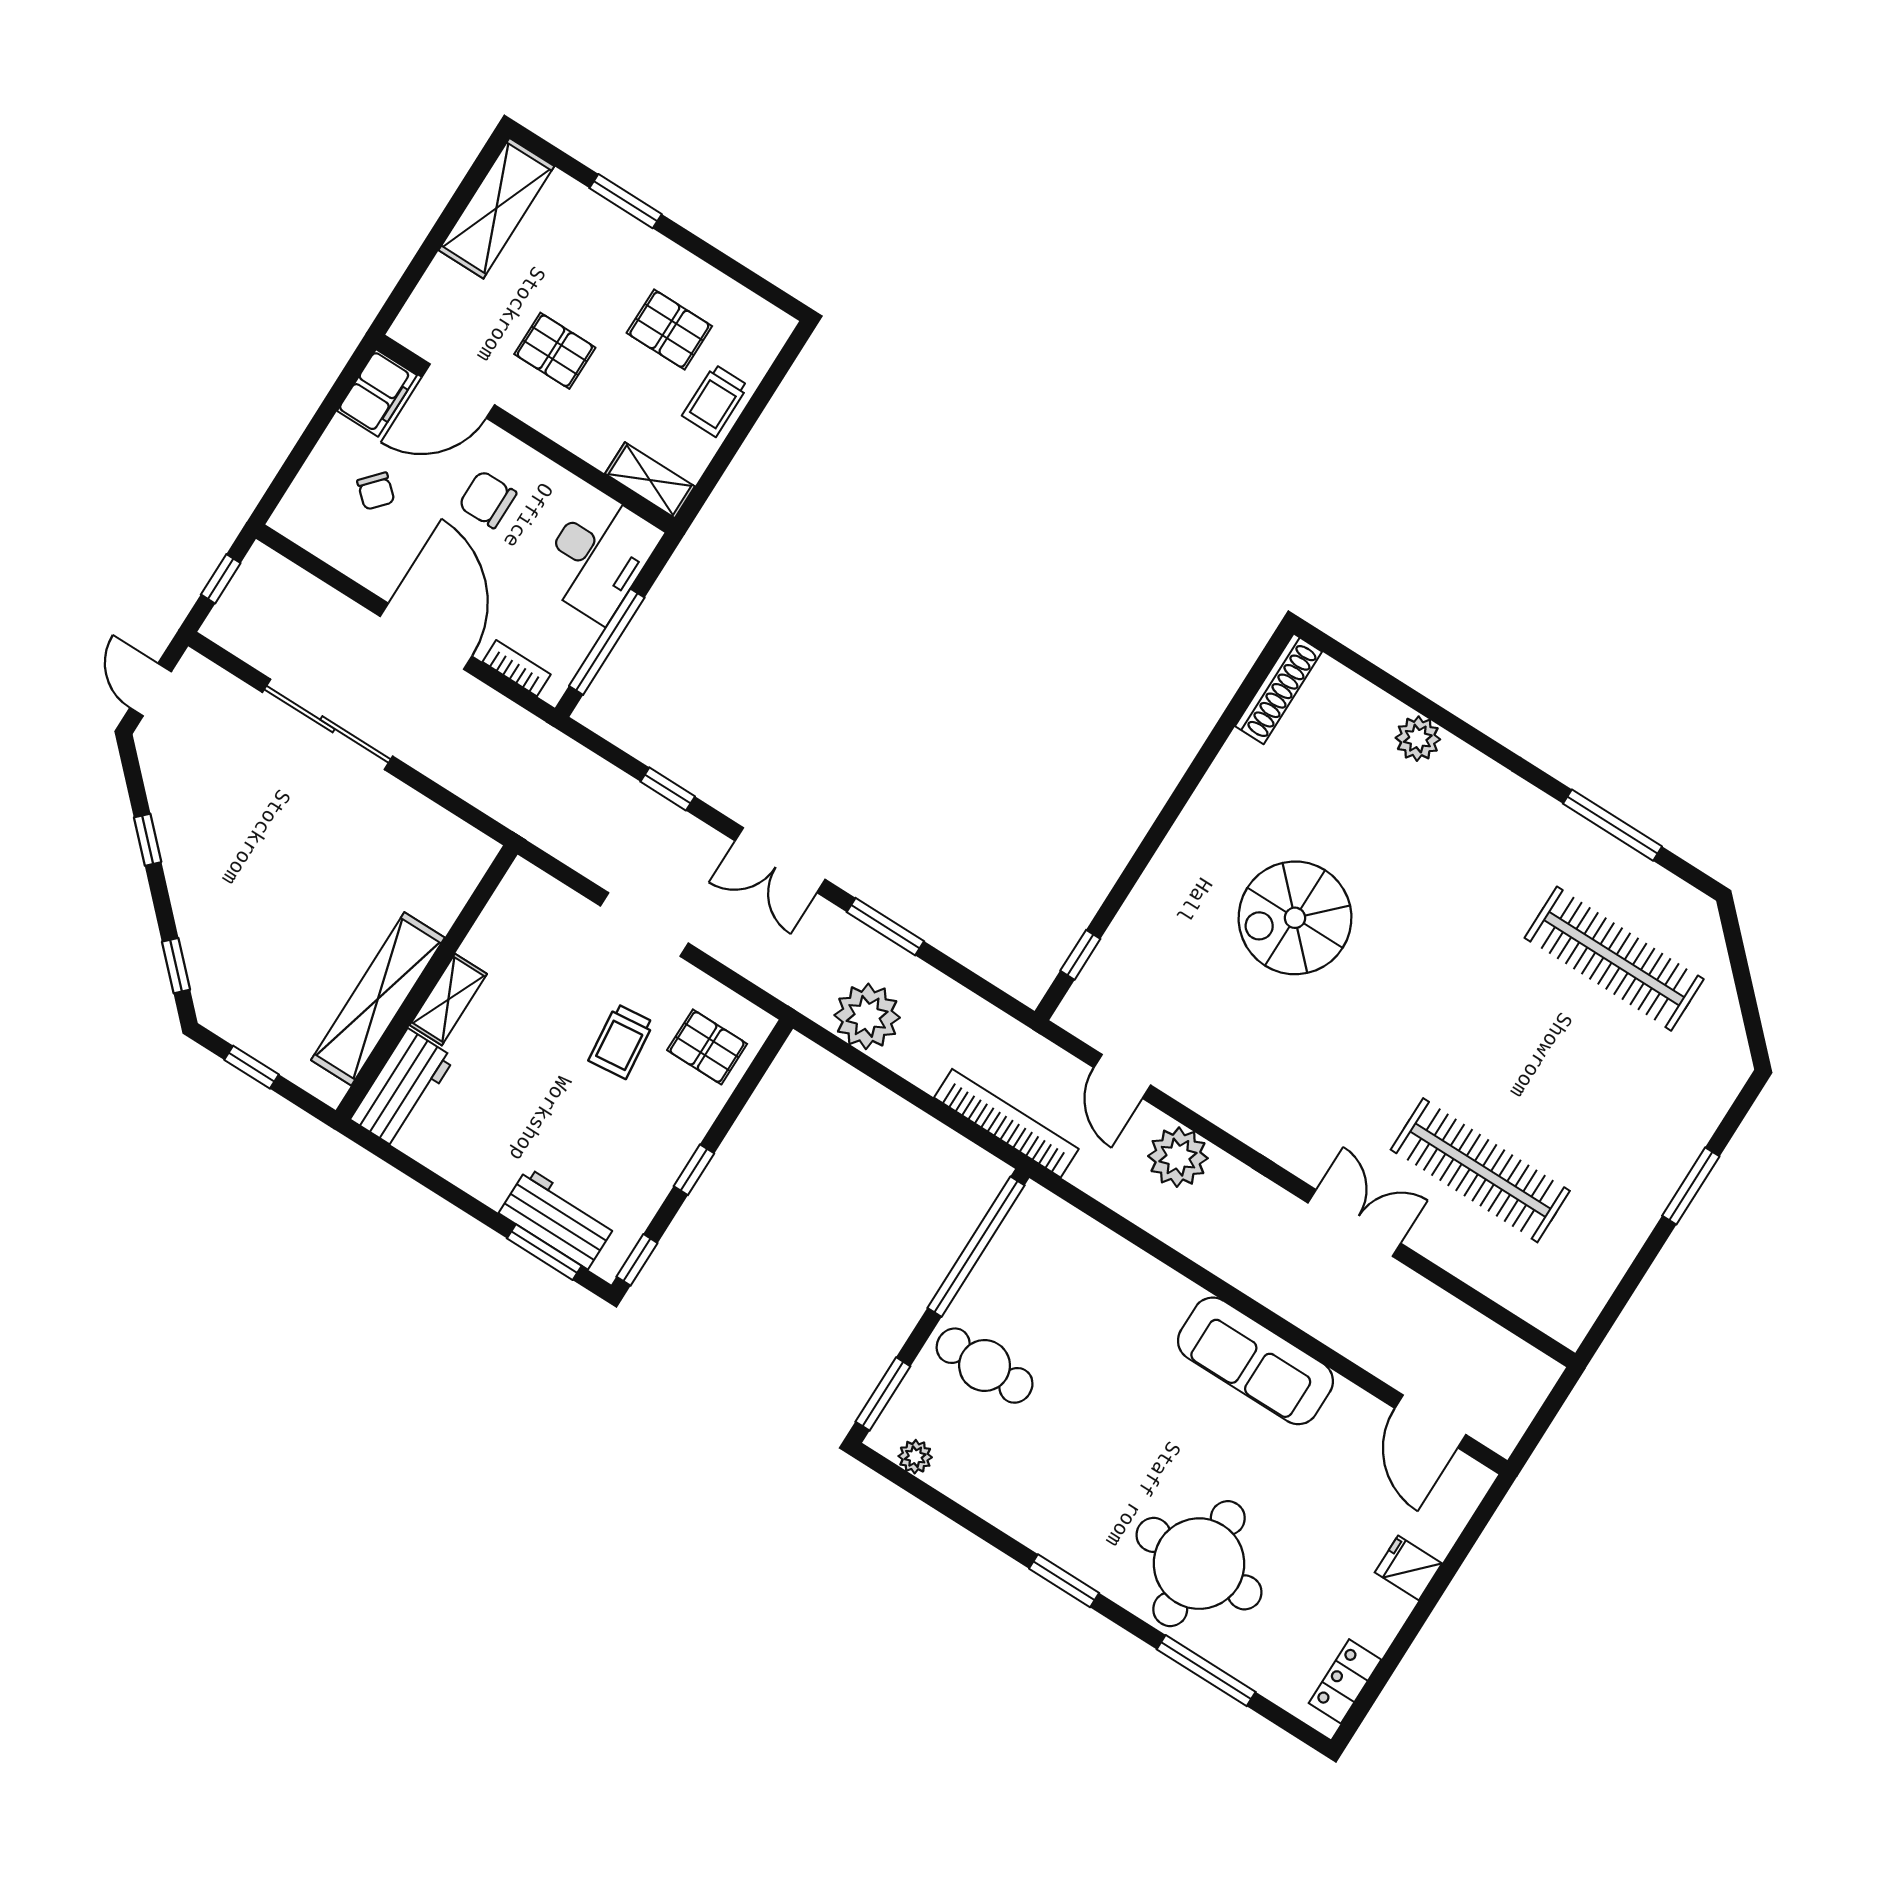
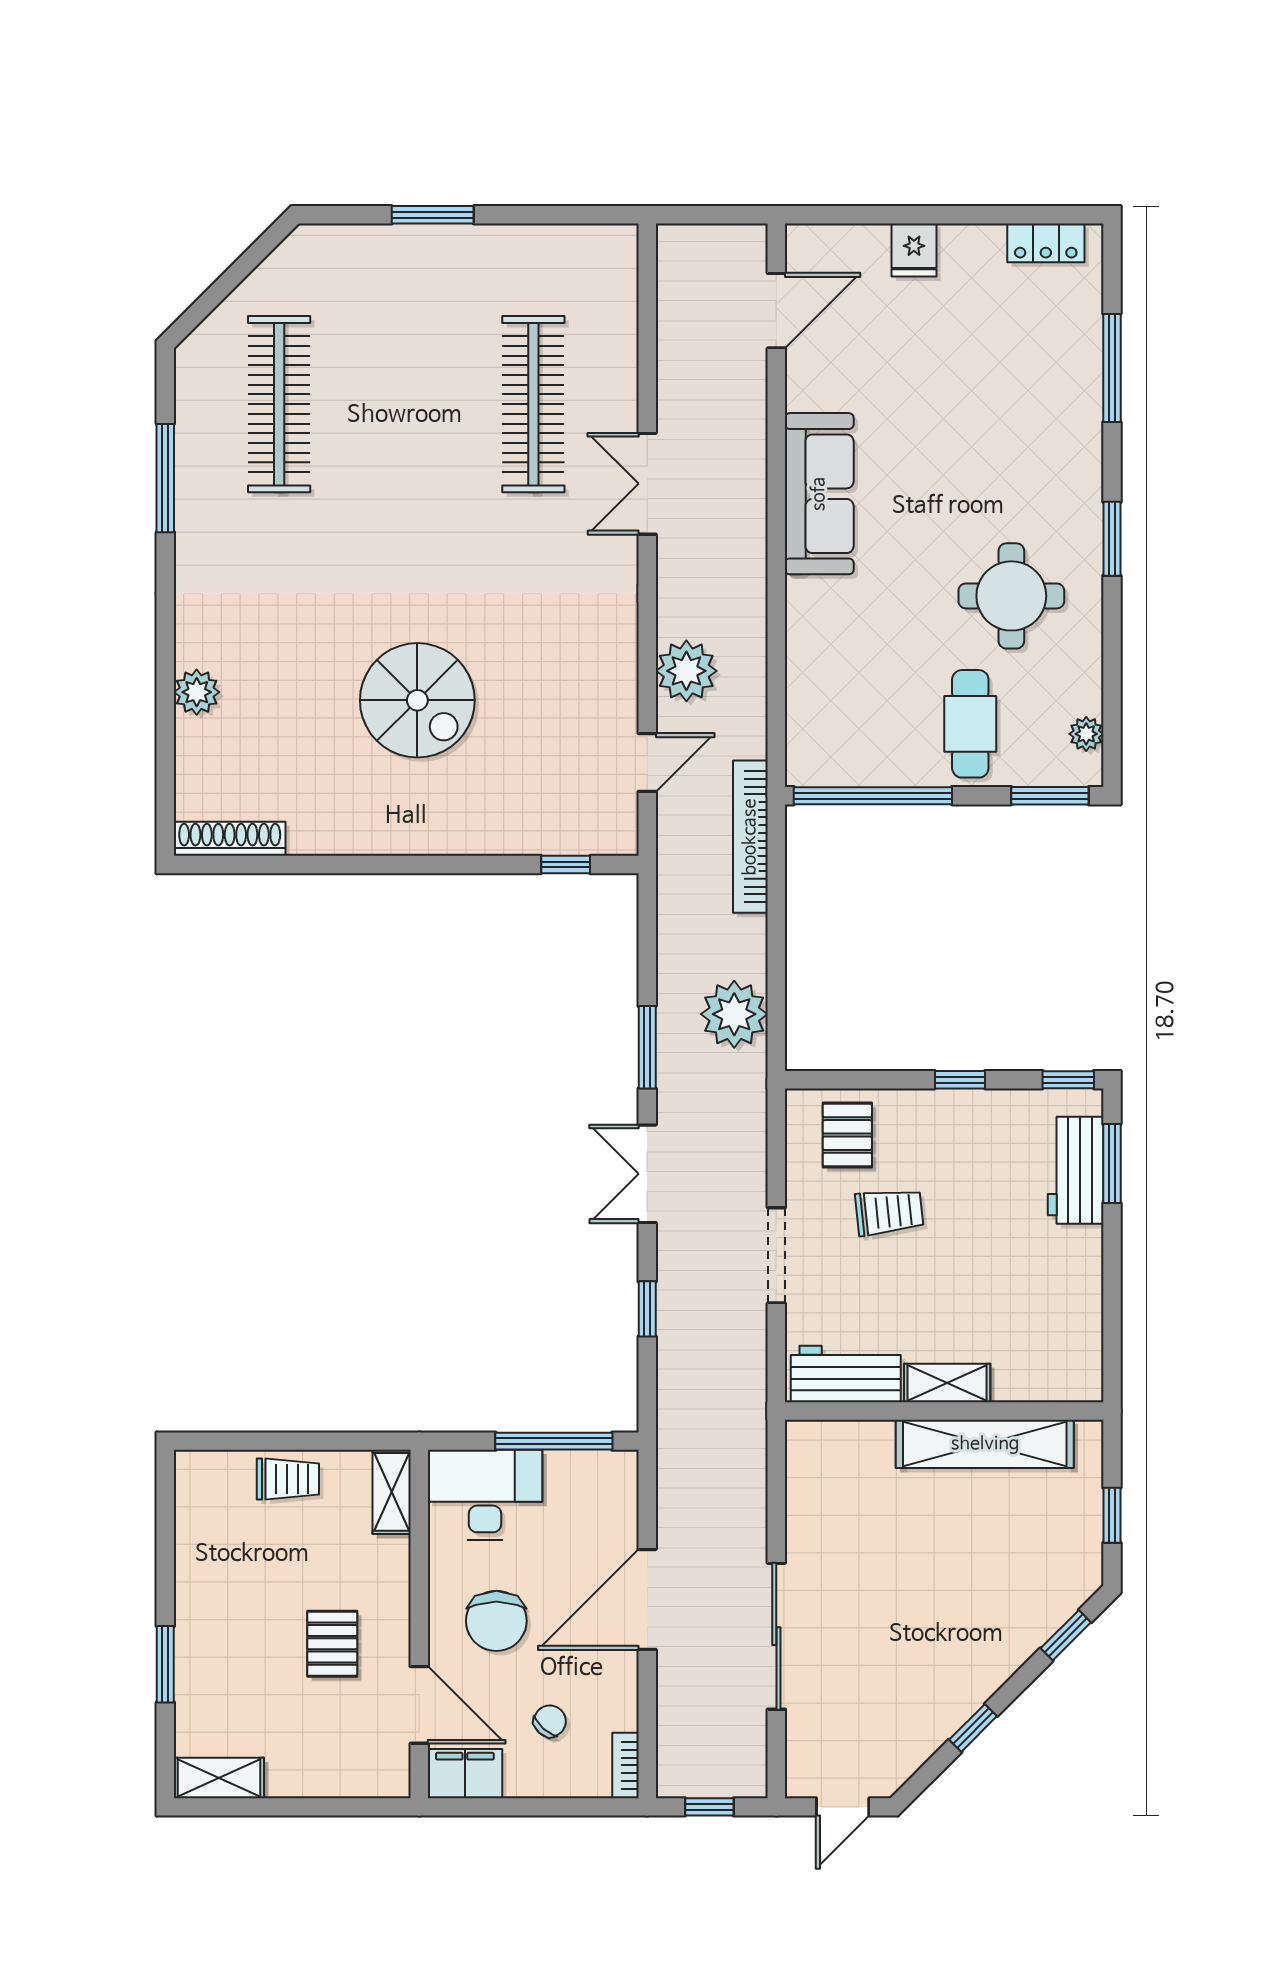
shelving: (496, 208) -> (219, 1778), width x0.67, depth x0.75
pallet: (669, 330) -> (252, 1557), removed
chair: (487, 499) -> (496, 1621), width x1.37, depth x1.37
bookcase: (517, 668) -> (625, 1765), moved
double door: (780, 860) -> (647, 1174), swing flipped
workbench: (402, 1089) -> (846, 1374), moved
round table: (1199, 1564) -> (1011, 596), moved, width x0.73, depth x0.73

